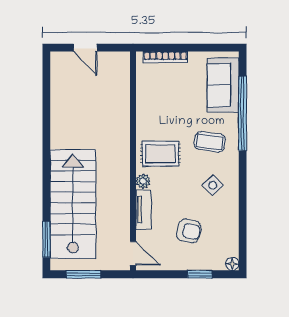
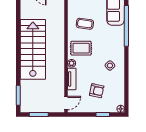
coffee table: (210, 142) -> (85, 24), moved
stairs: (73, 204) -> (33, 49), moved
door: (133, 253) -> (66, 103), hinge flipped

